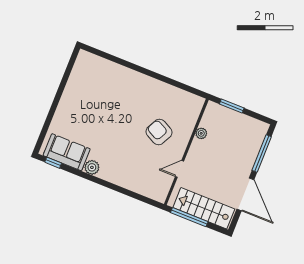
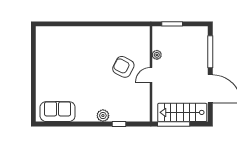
window: (53, 163) -> (119, 124), moved
plant: (92, 167) -> (103, 116), moved
door: (180, 169) -> (151, 75), moved

